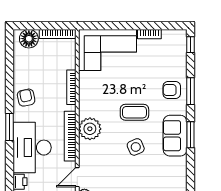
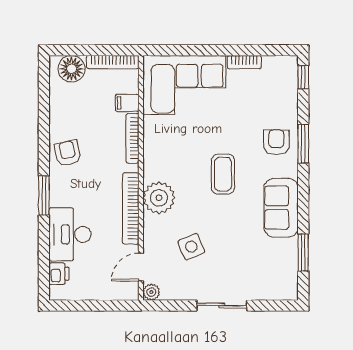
filing cabinet: (68, 63) -> (127, 103), added
armchair: (172, 90) -> (276, 142), turned 90
coffee table: (134, 112) -> (223, 174), turned 90
window: (191, 135) -> (303, 253), moved
side table: (136, 147) -> (191, 247), moved
desk: (32, 148) -> (70, 234), width x0.73, depth x0.77

